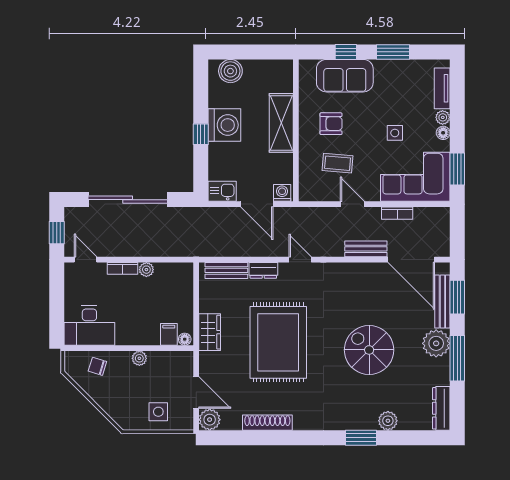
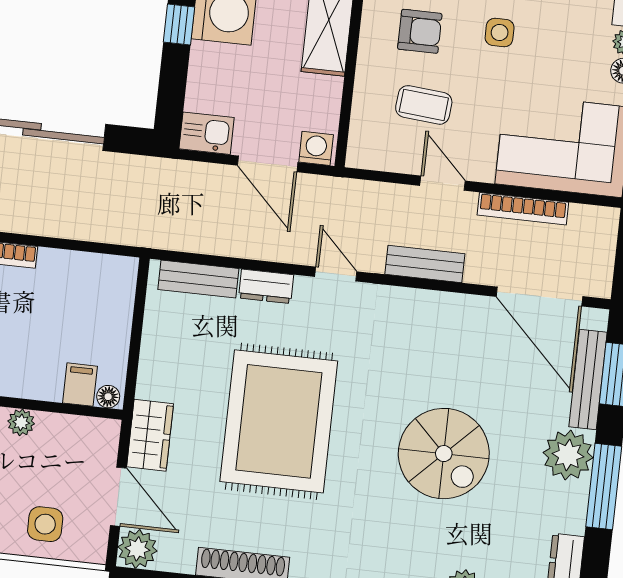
side table: (395, 133) -> (500, 33), moved
bookcase: (397, 213) -> (523, 209), width x1.56
bench: (366, 249) -> (425, 264), moved
plant: (146, 270) -> (52, 261), removed
wardrobe: (210, 332) -> (150, 435), moved
spiral stairs: (369, 350) -> (444, 454), turned 180

